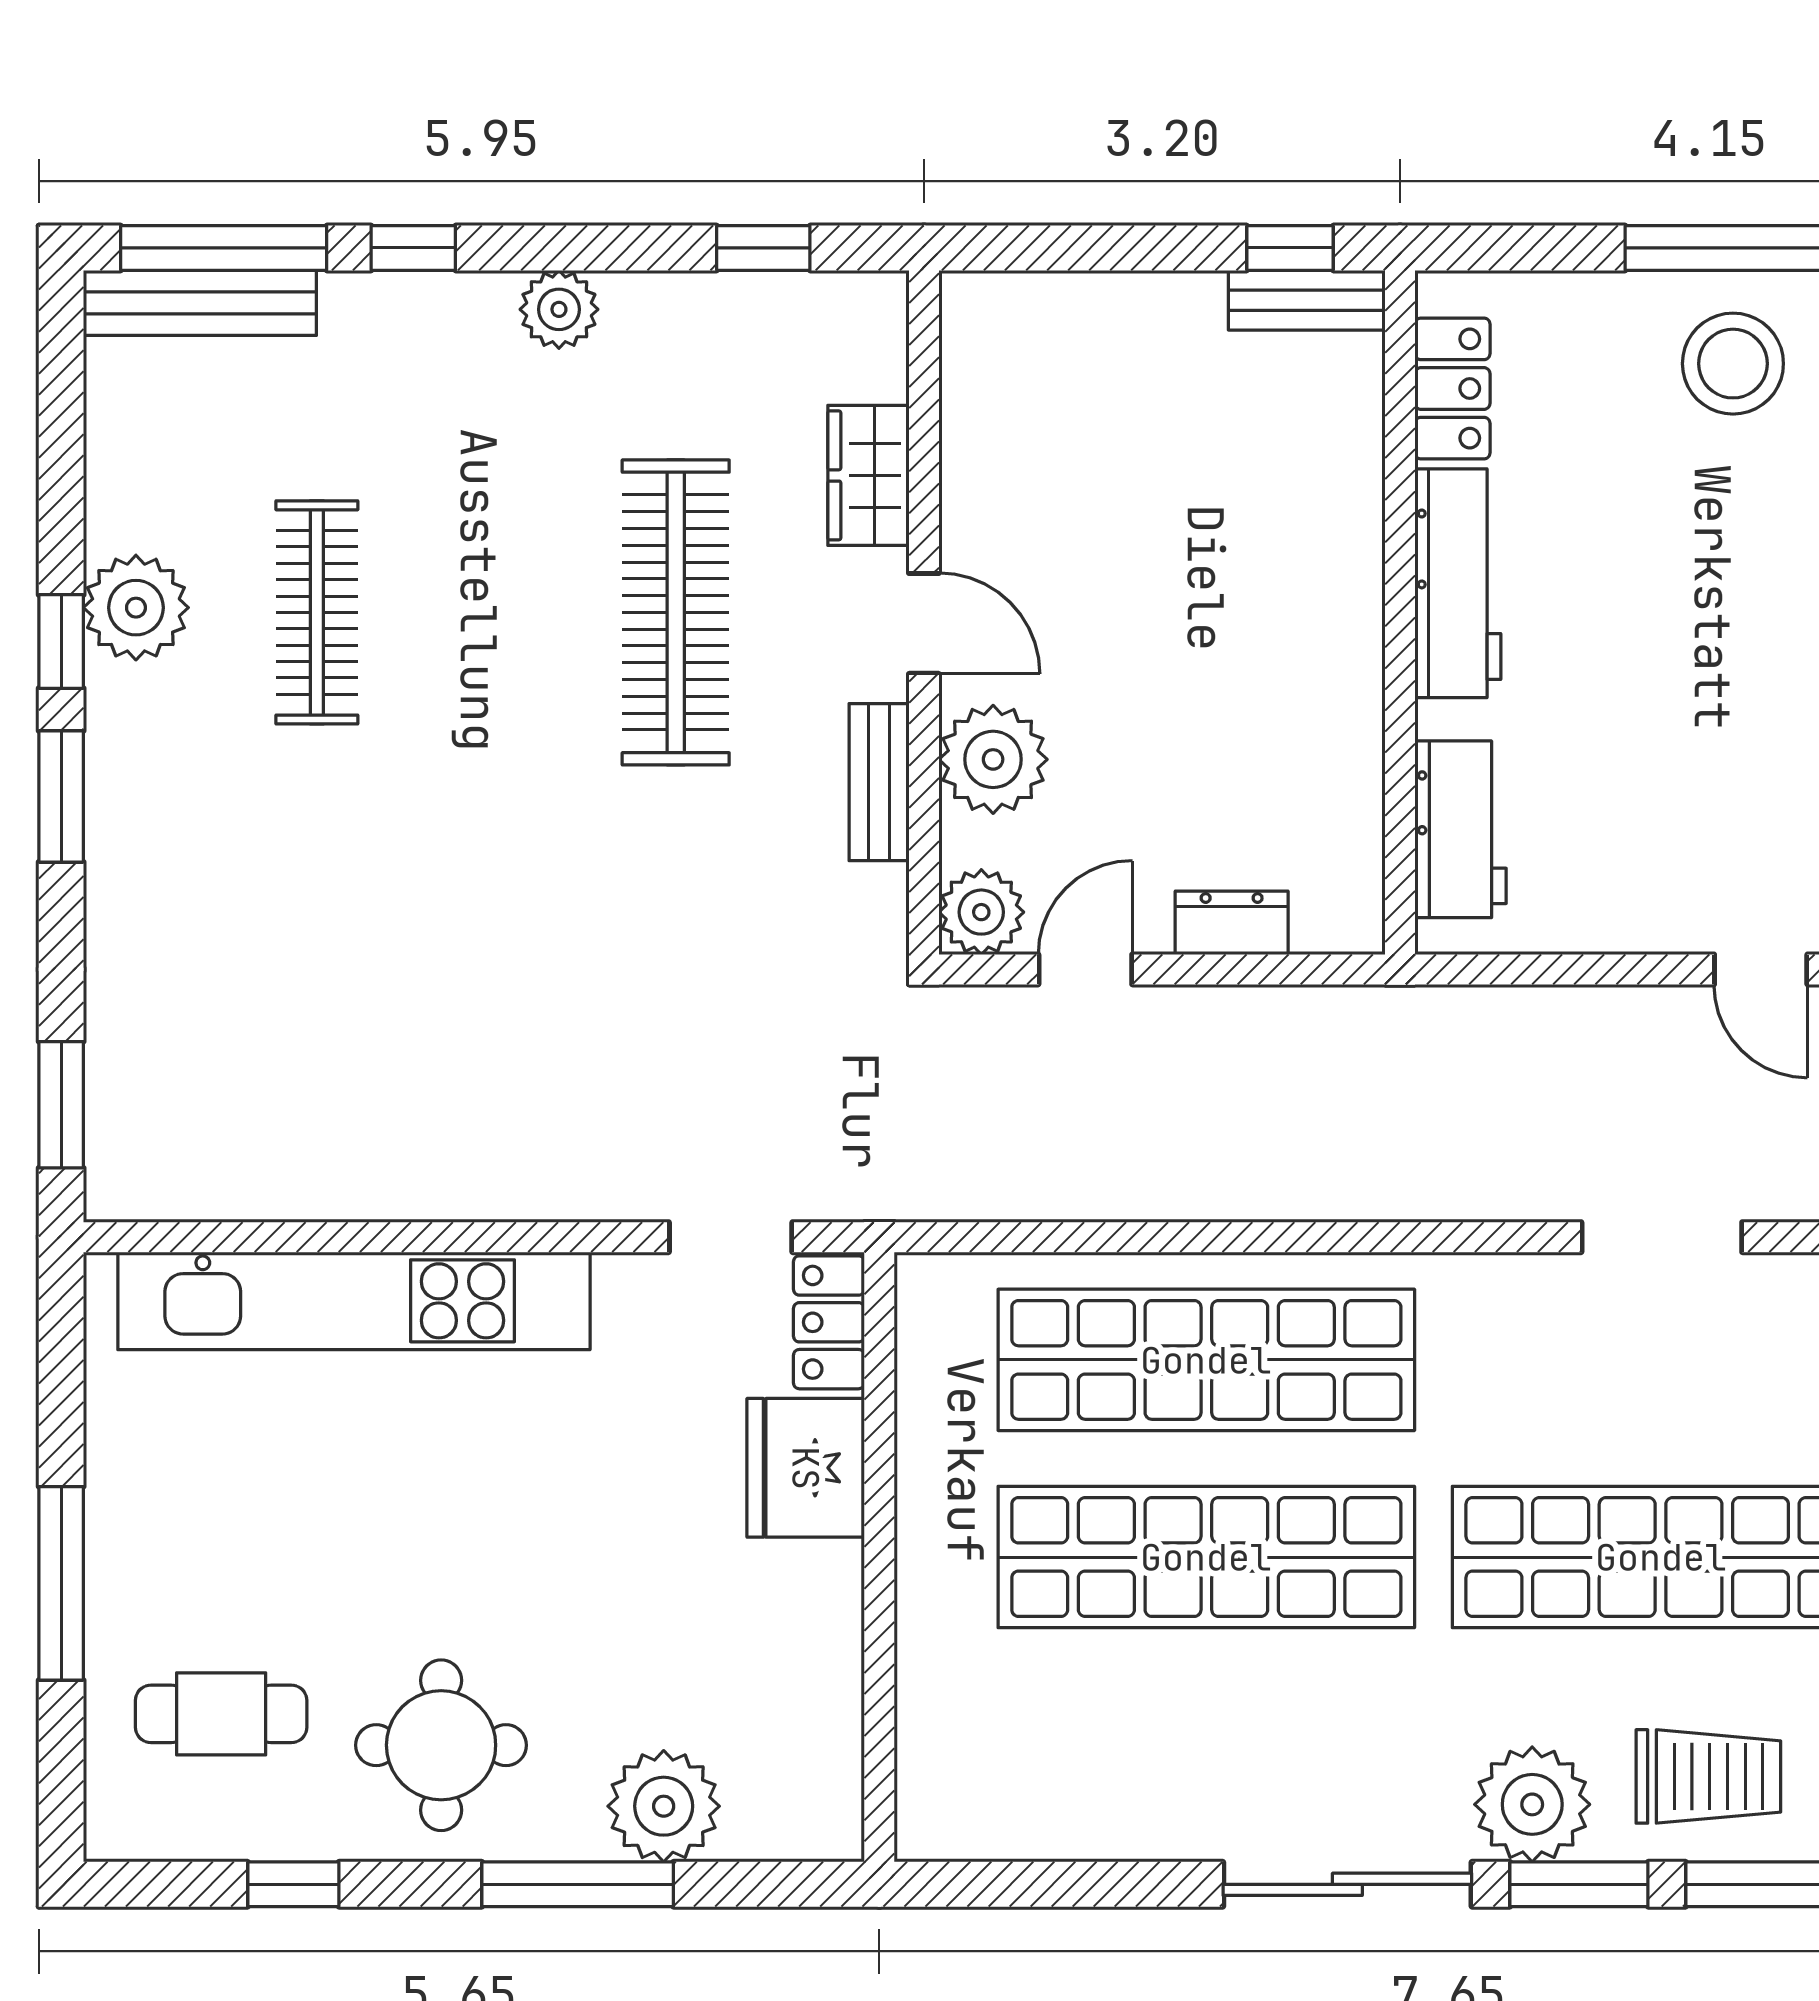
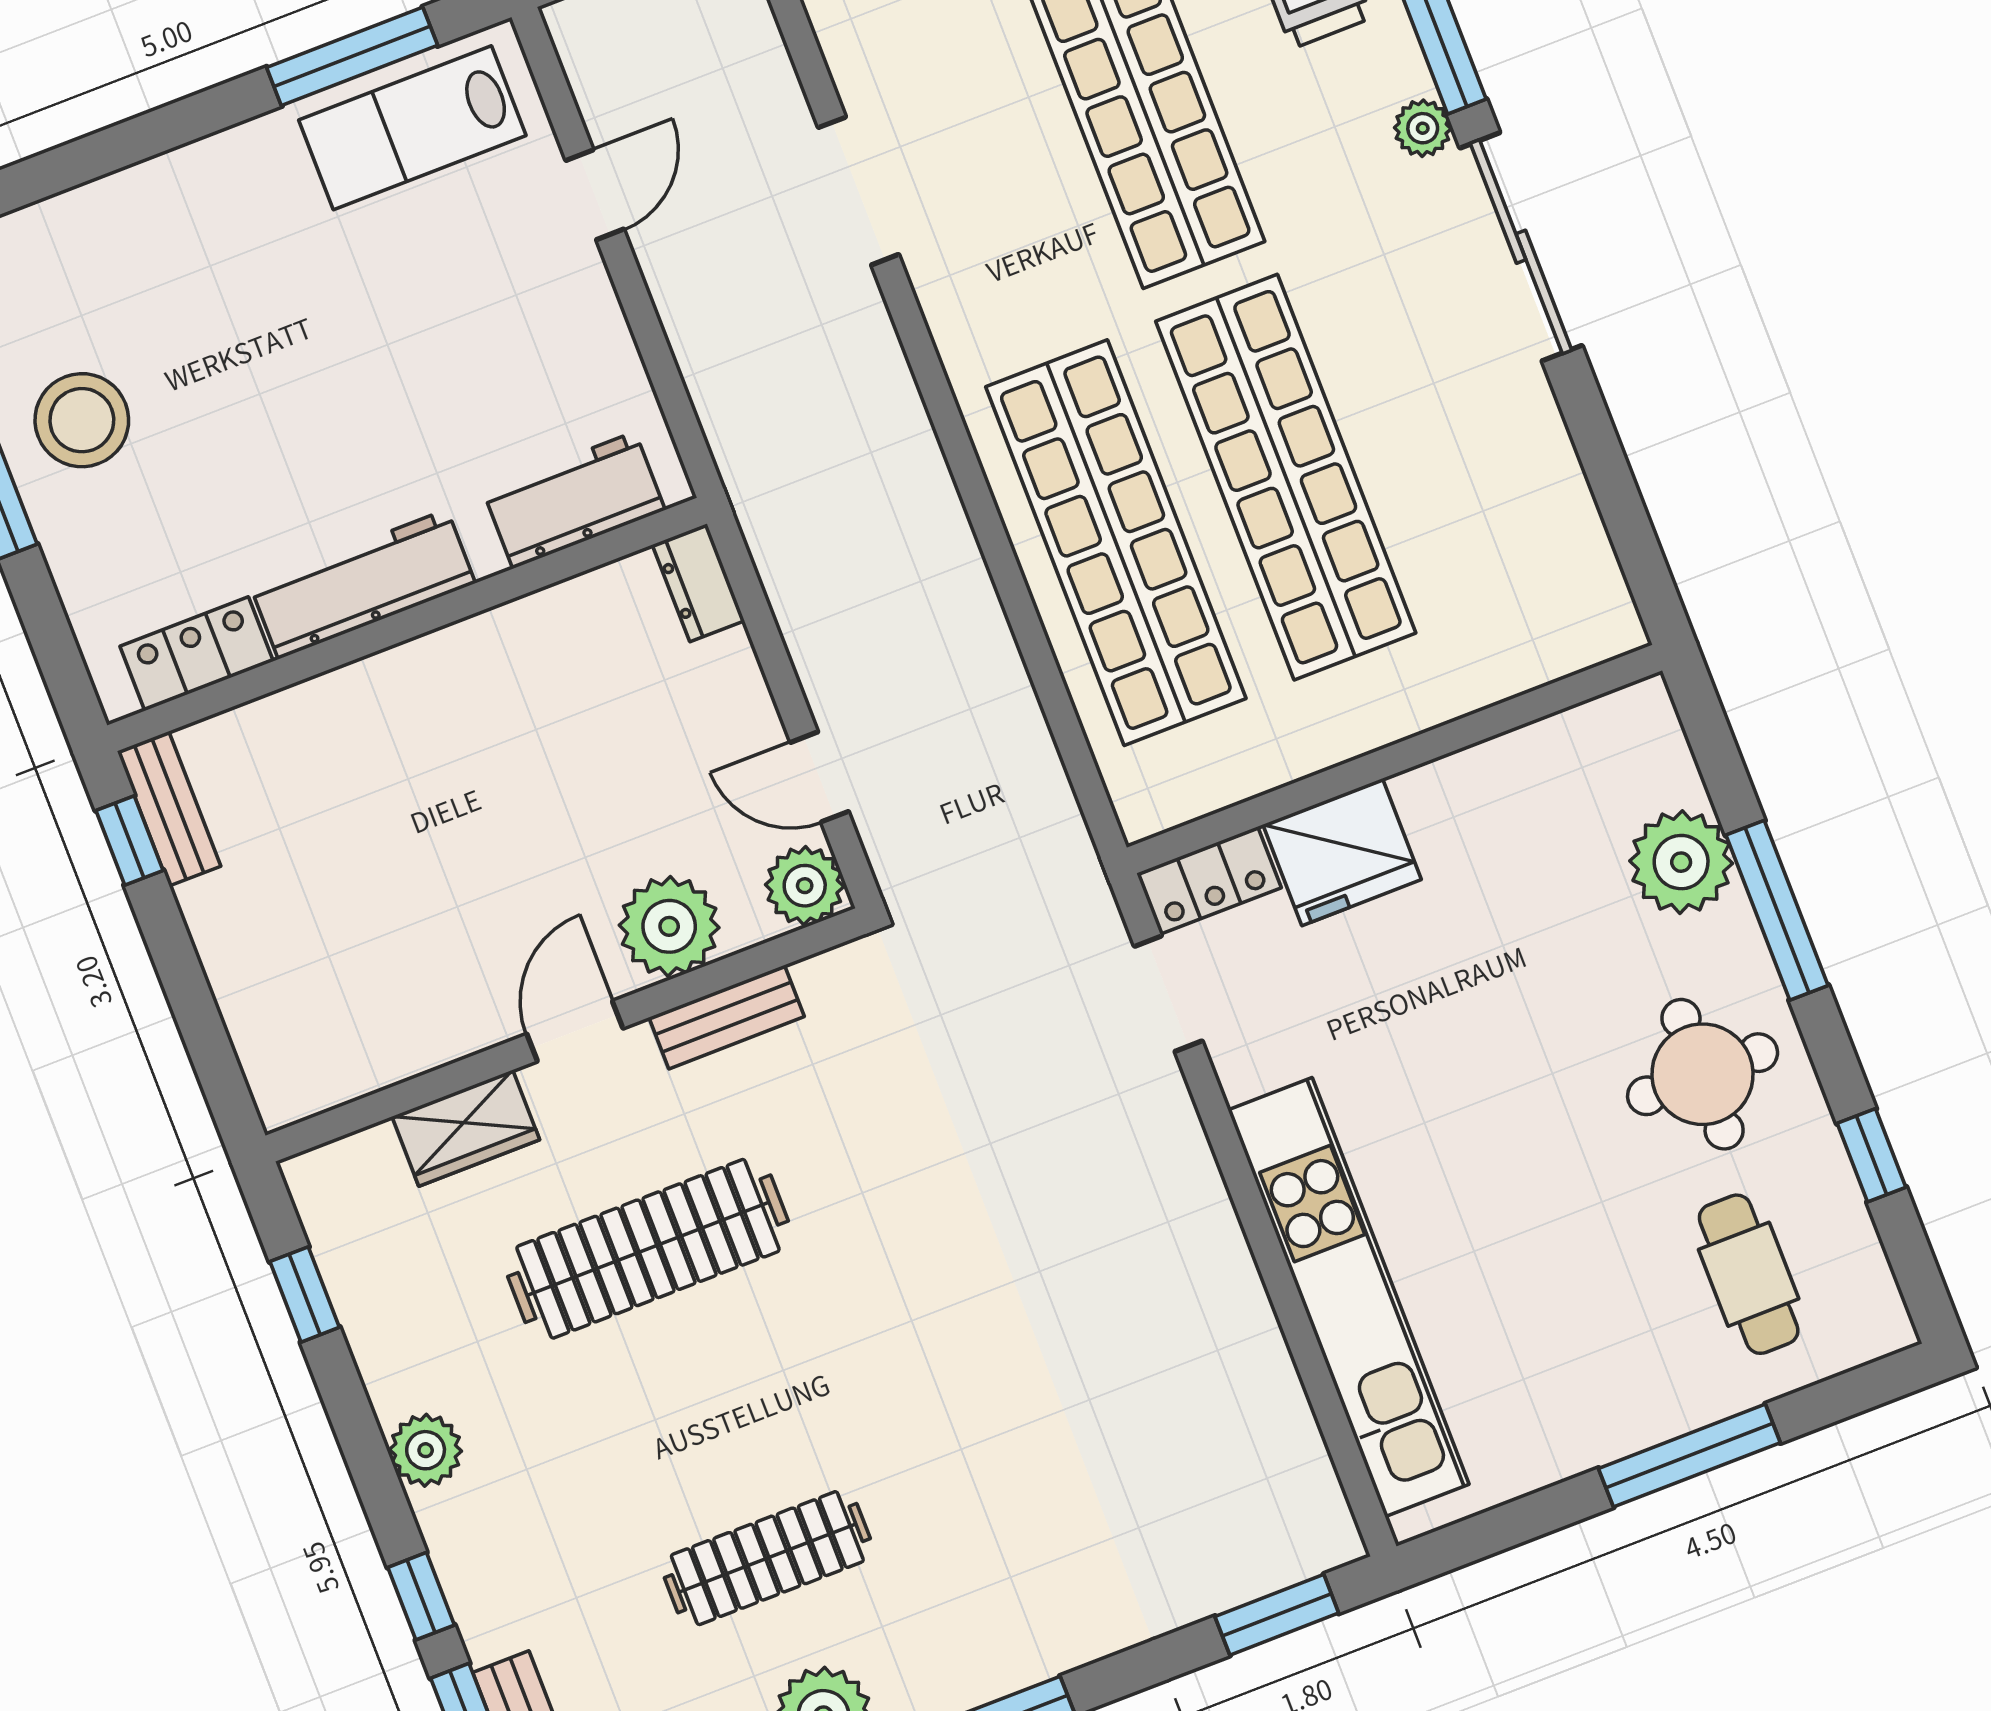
dresser: (1232, 923) -> (698, 583), moved
plant: (1532, 1804) -> (1423, 128), width x0.53, depth x0.53

